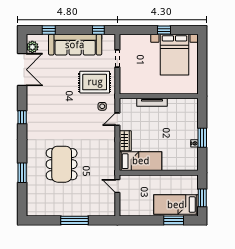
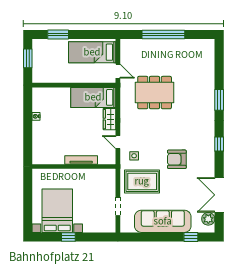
window: (98, 30) -> (138, 237), removed
armchair: (62, 103) -> (177, 159), added
door: (117, 119) -> (118, 142), swing flipped
window: (202, 138) -> (28, 122), removed
dining table: (62, 164) -> (155, 93), moved, turned 90
window: (22, 173) -> (219, 100), moved
bed: (176, 205) -> (92, 52), moved, turned 180
window: (75, 220) -> (163, 35), width x1.46

